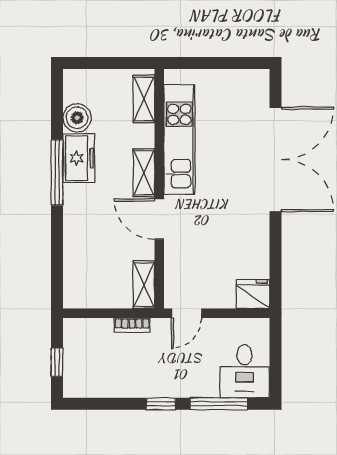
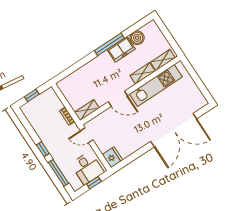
shelving: (144, 173) -> (143, 73), moved
door: (159, 219) -> (118, 99), swing flipped
window: (276, 354) -> (94, 183), added
desk: (244, 371) -> (87, 168), moved, turned -90

